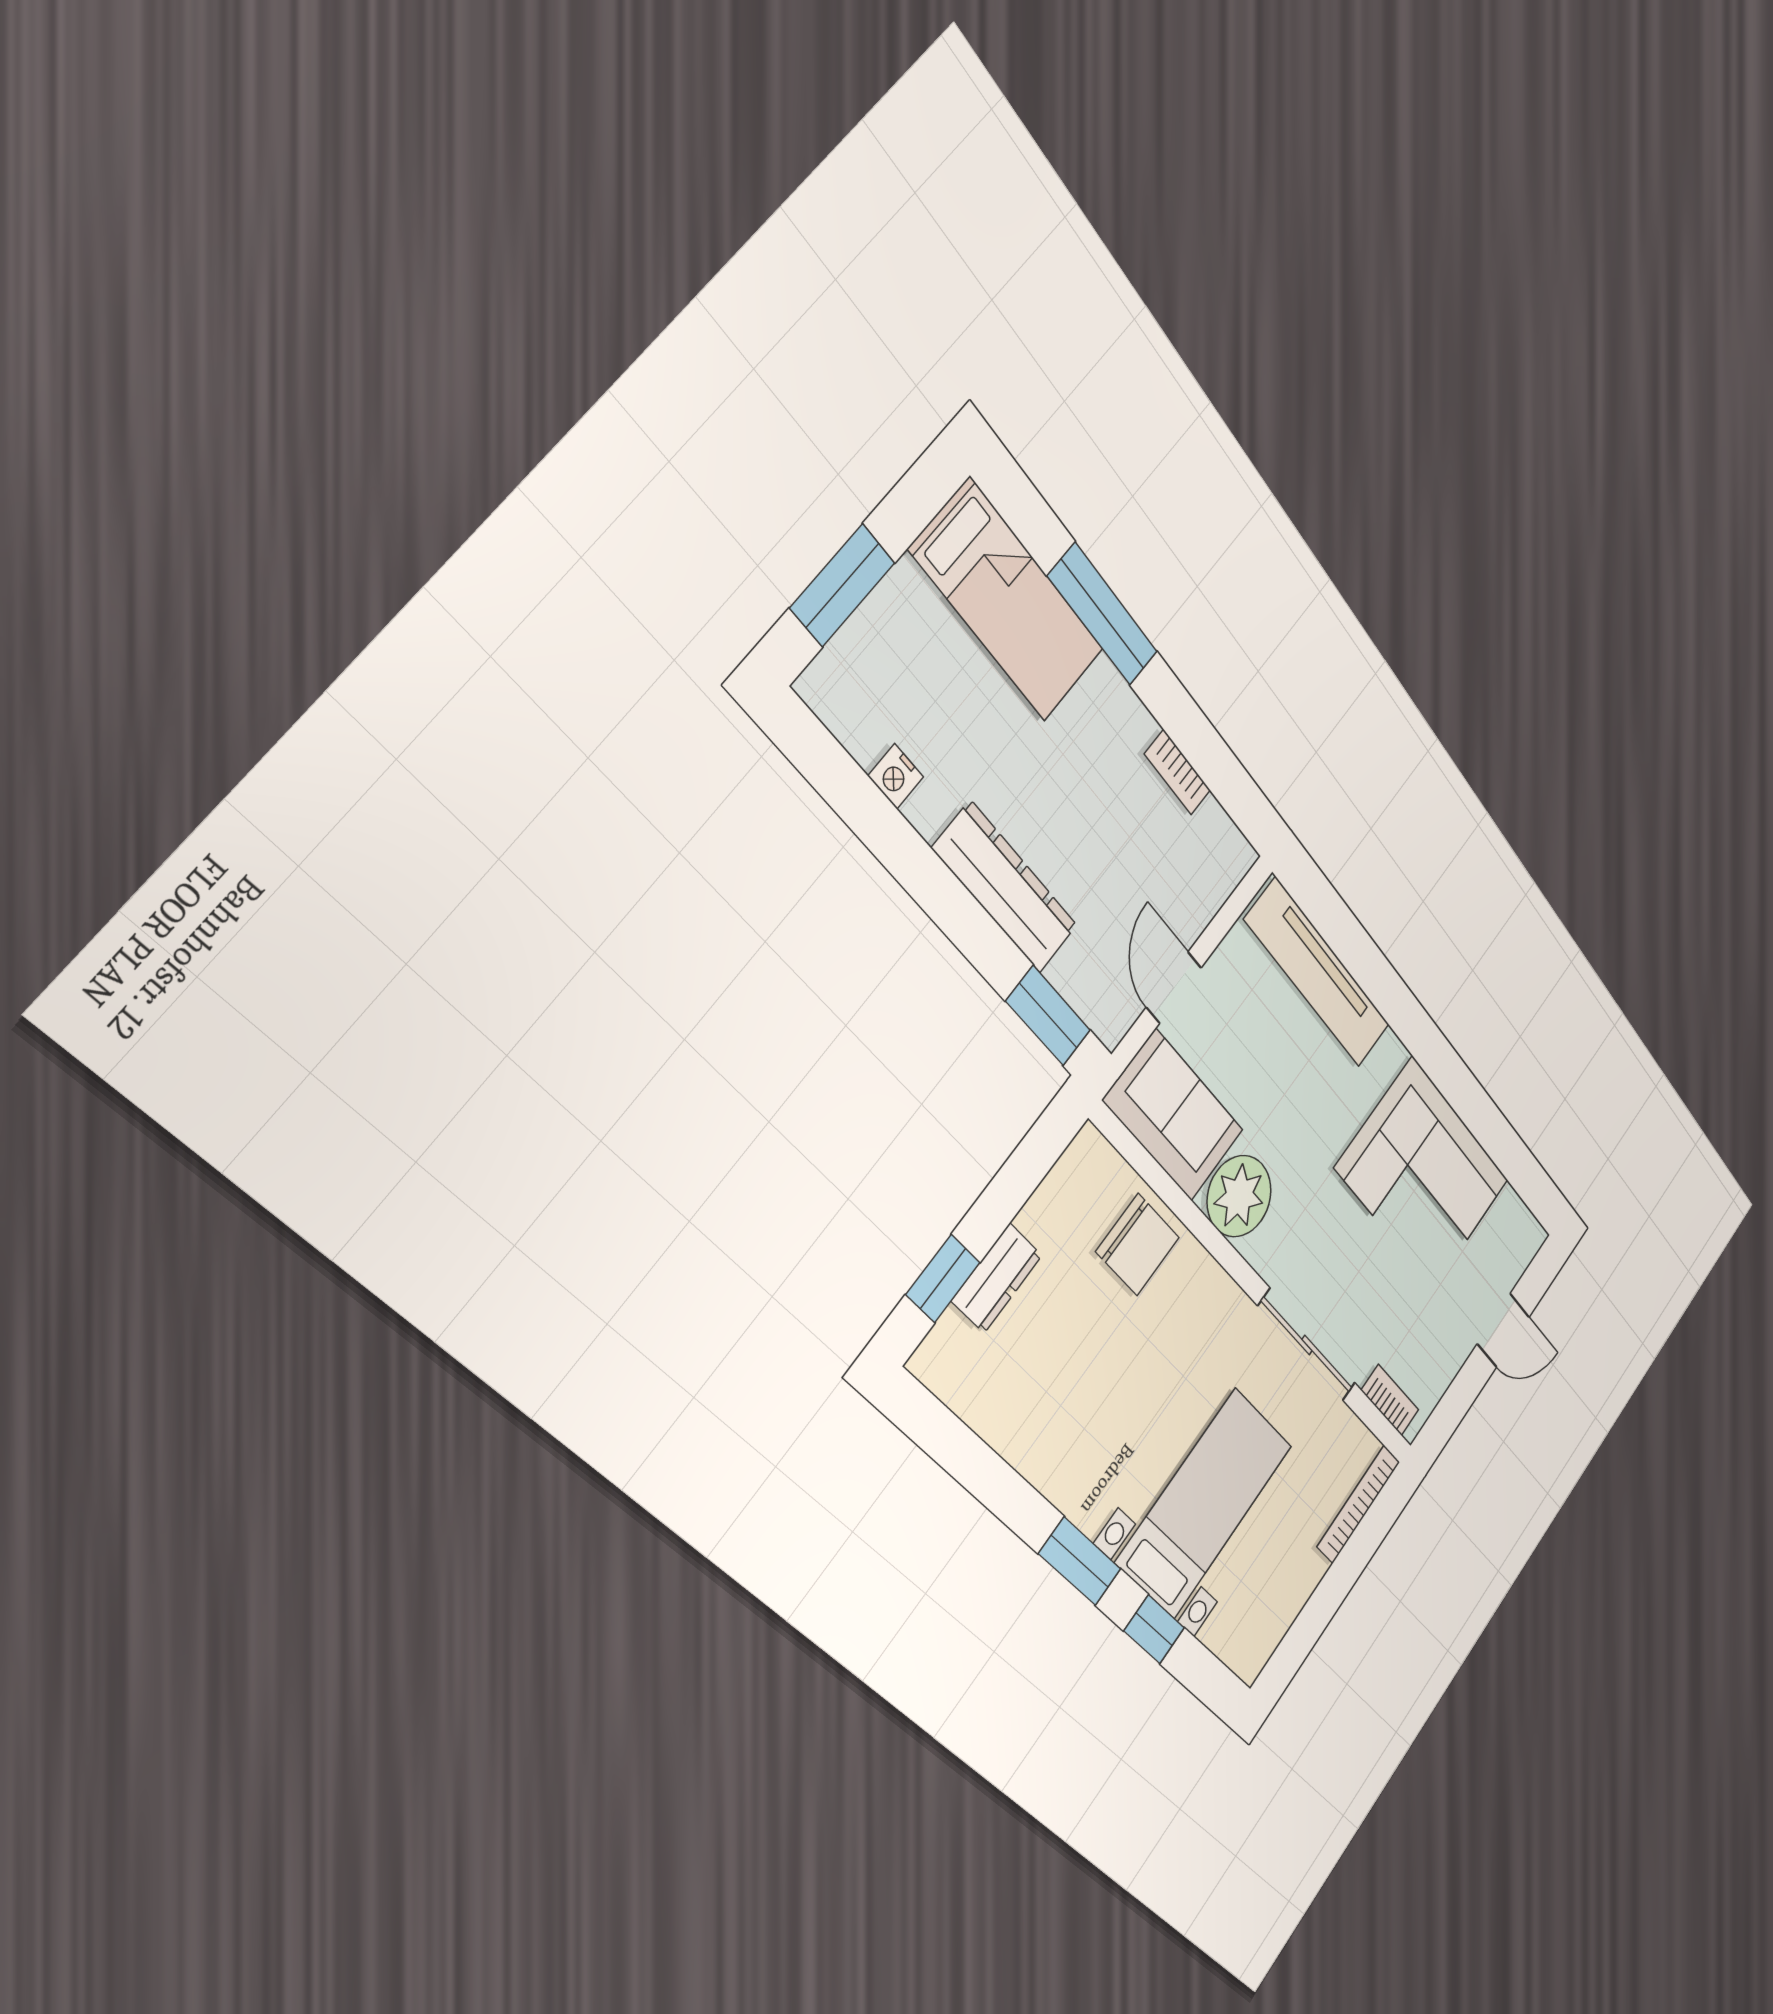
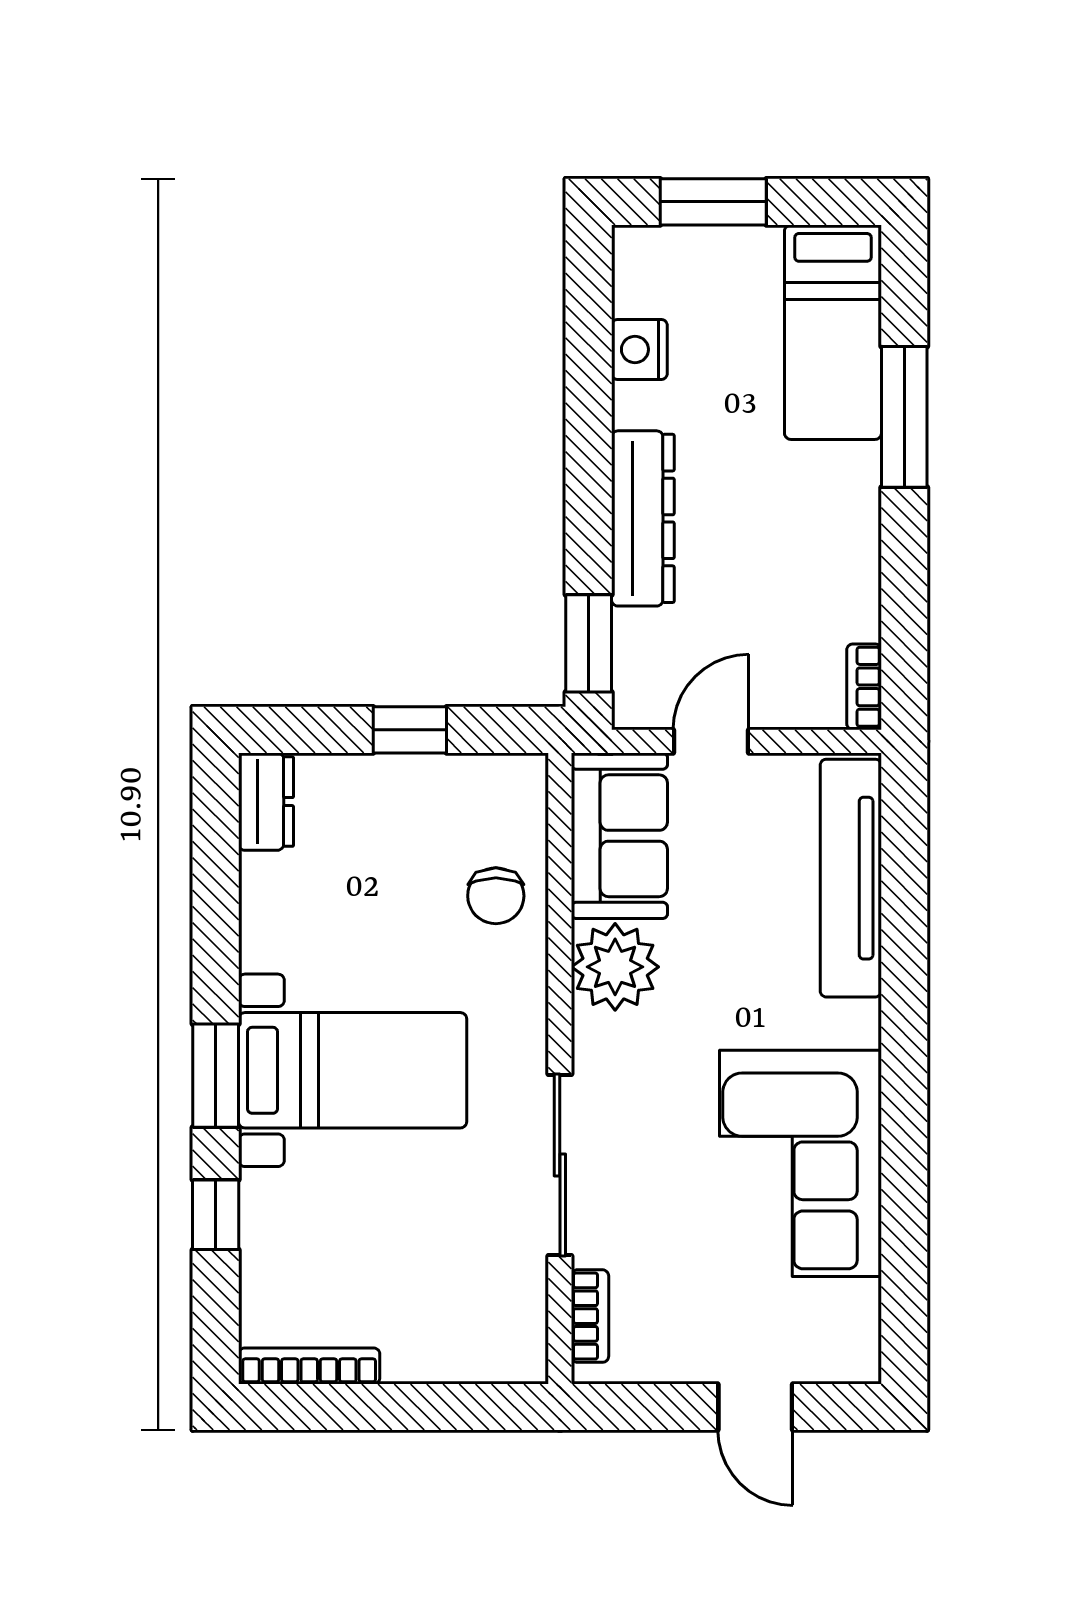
bookcase: (1177, 772) -> (864, 687), moved
nightstand: (896, 776) -> (639, 349), width x1.39, depth x1.35
chair: (1138, 1245) -> (496, 896), width x0.73, depth x0.73
dresser: (997, 1278) -> (266, 802), moved, turned -90
window: (943, 1279) -> (410, 730), moved
bed with nightstands: (1205, 1503) -> (353, 1070), moved
bookcase: (1359, 1504) -> (309, 1366), moved

